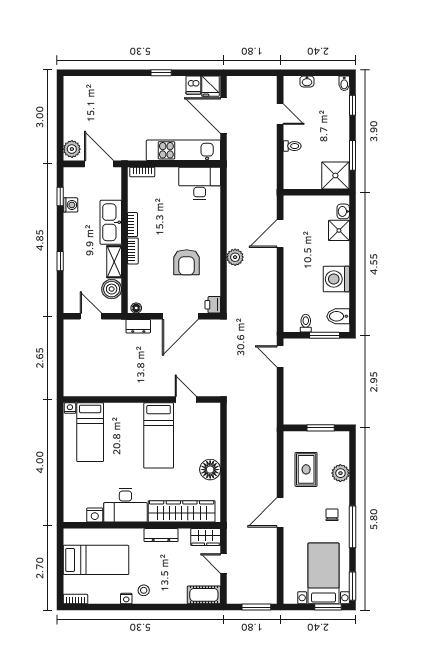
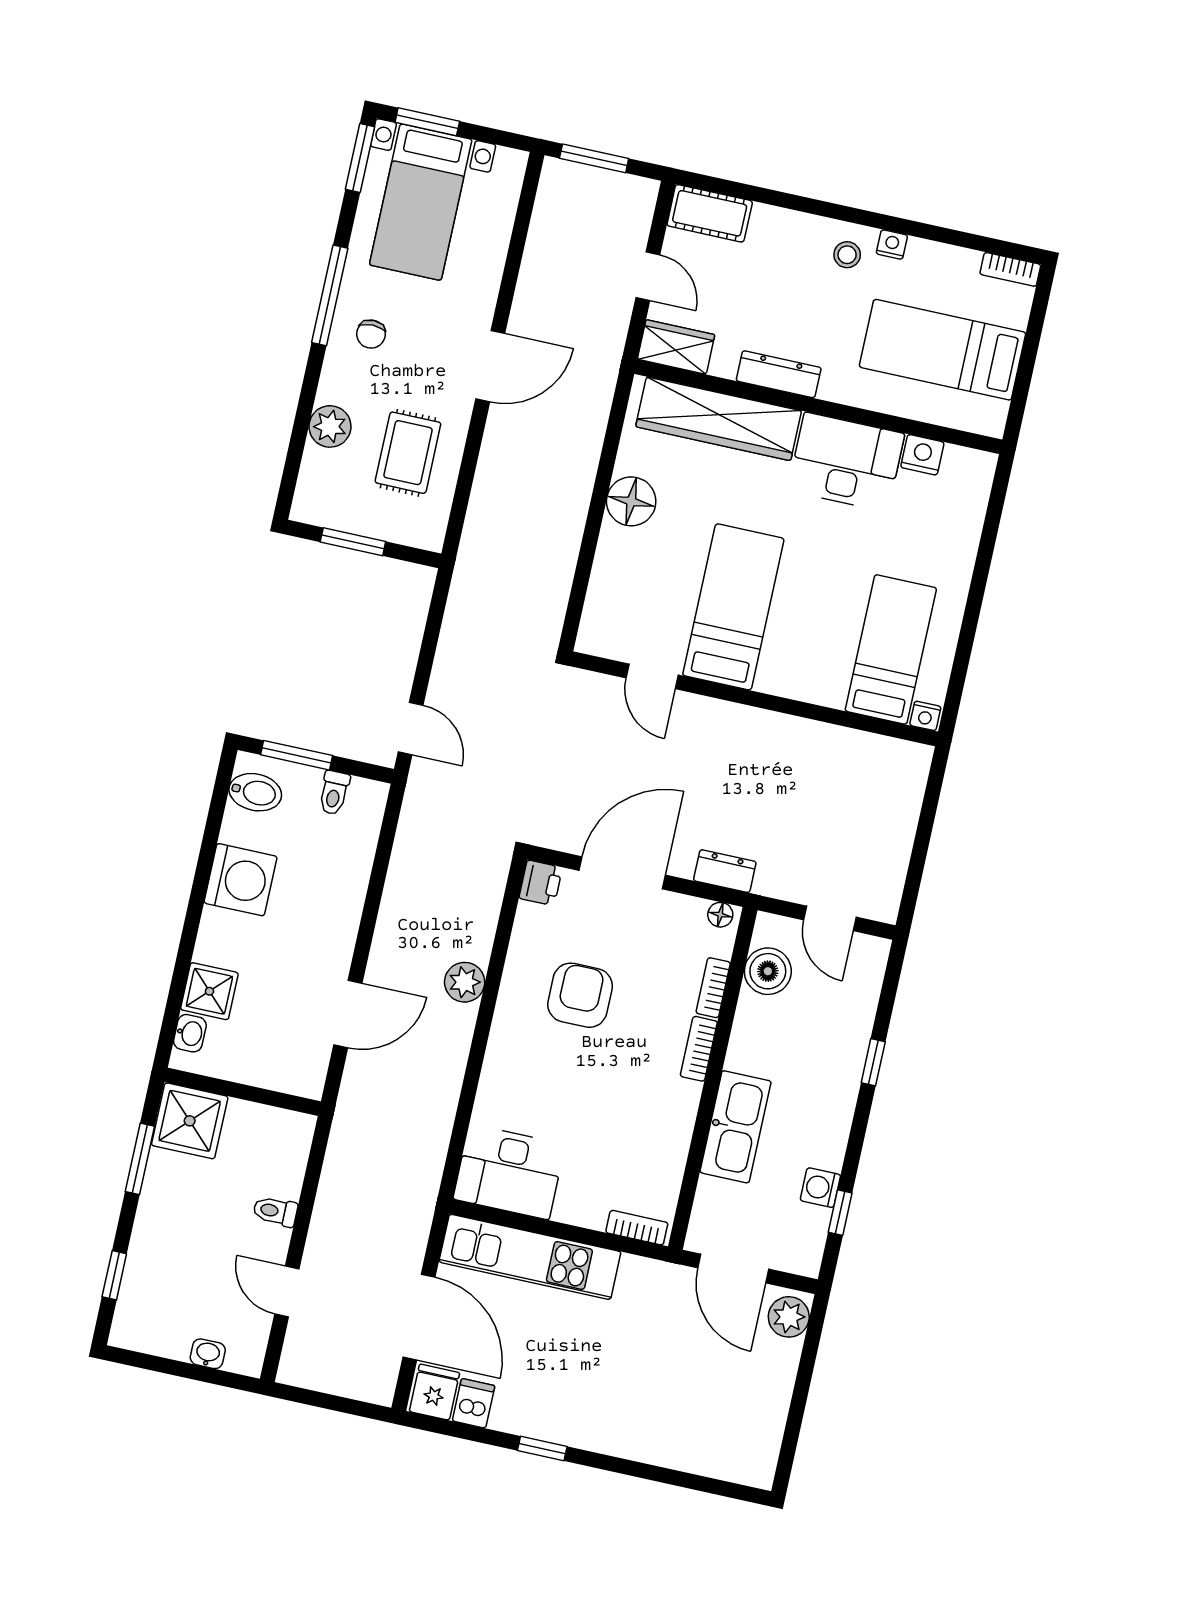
bidet: (344, 83) -> (122, 1330), removed
bookcase: (133, 225) -> (713, 988), moved
shelving: (114, 262) -> (748, 1033), removed

